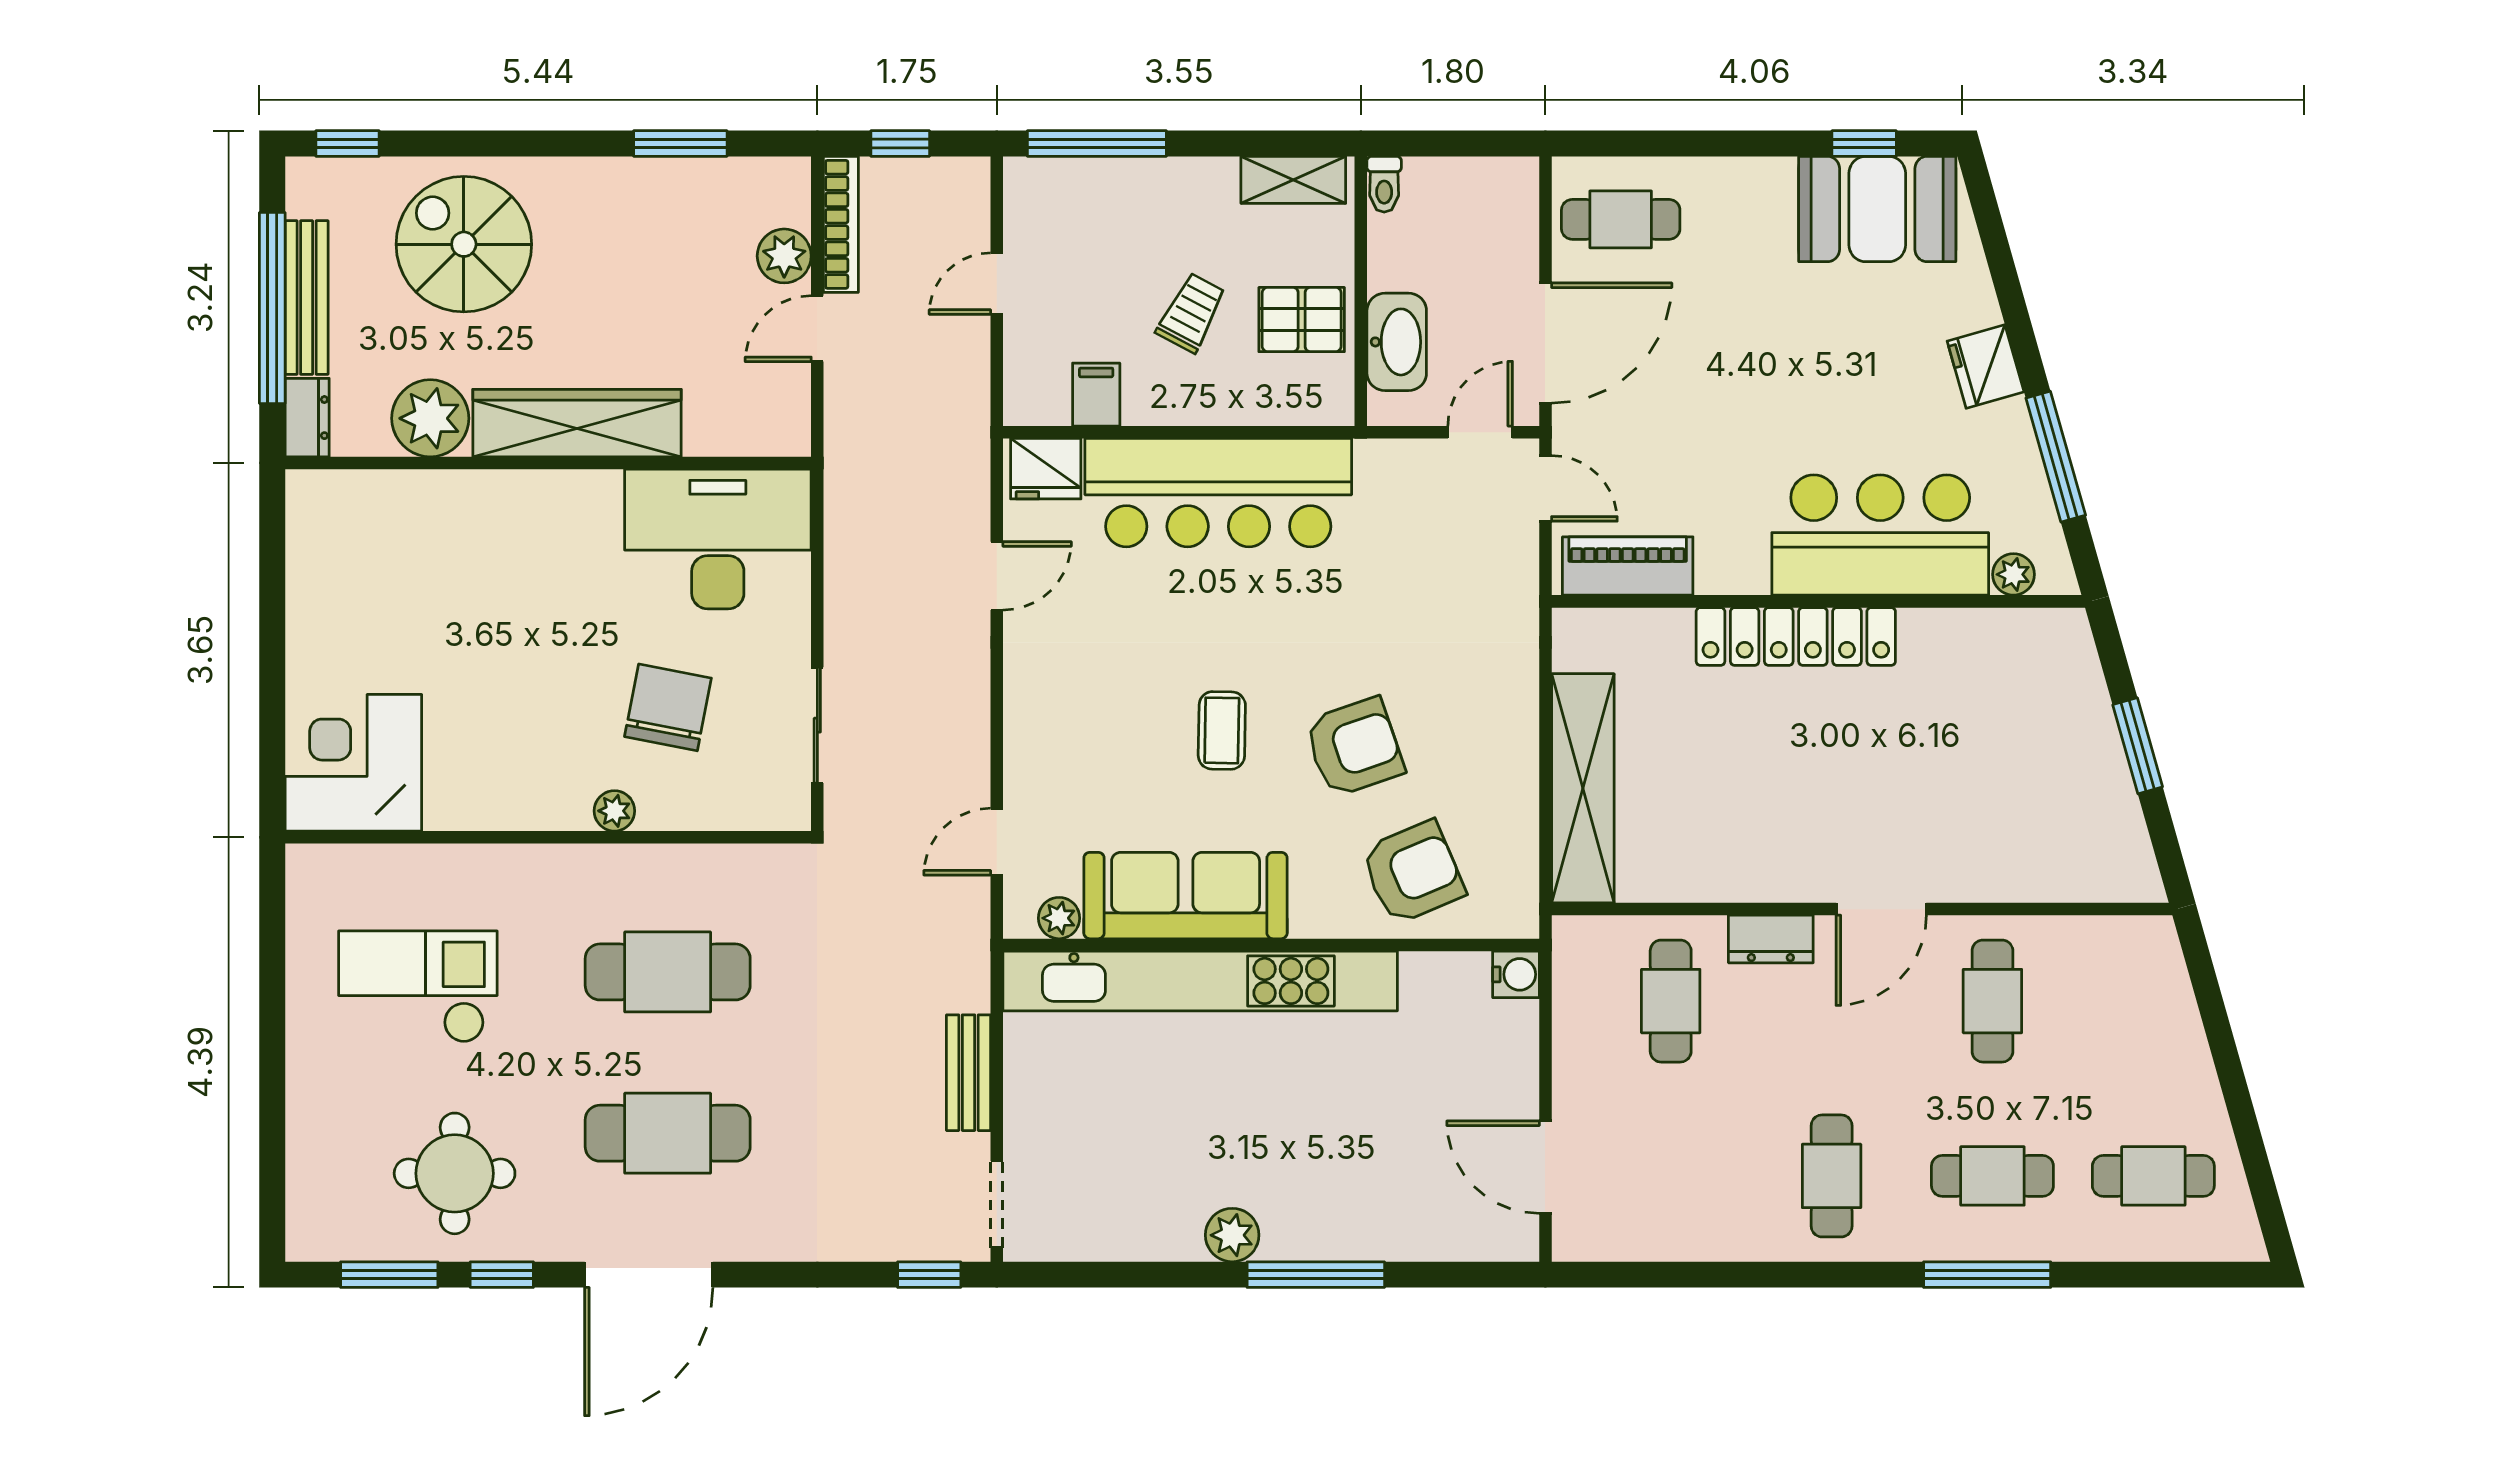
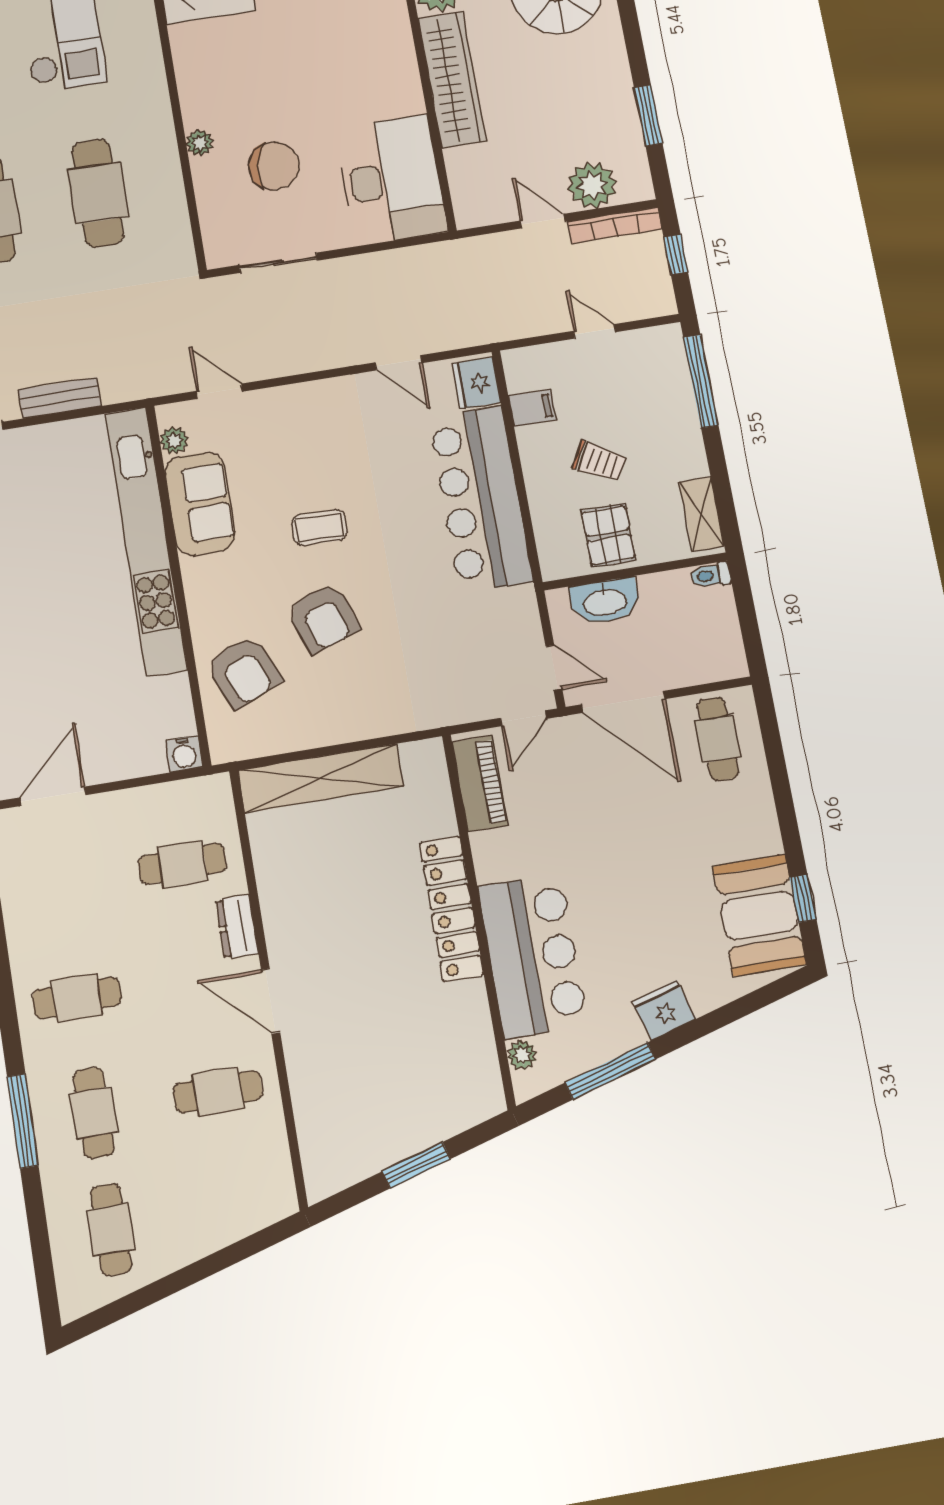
plant: (784, 256) -> (592, 185), width x1.36, depth x1.36
sofa: (1186, 896) -> (200, 504), width x0.73

